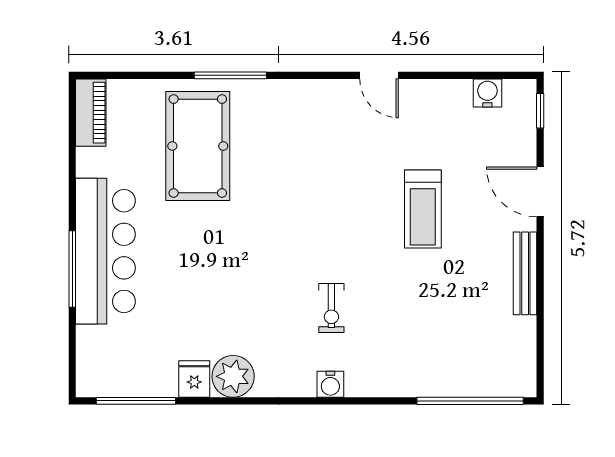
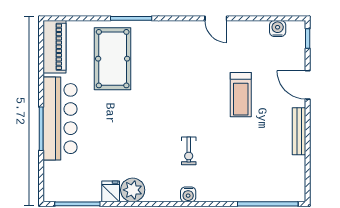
piano: (91, 113) -> (54, 47), width x1.37, depth x1.33

